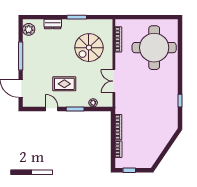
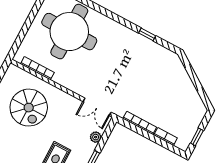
double door: (114, 81) -> (97, 107), moved

